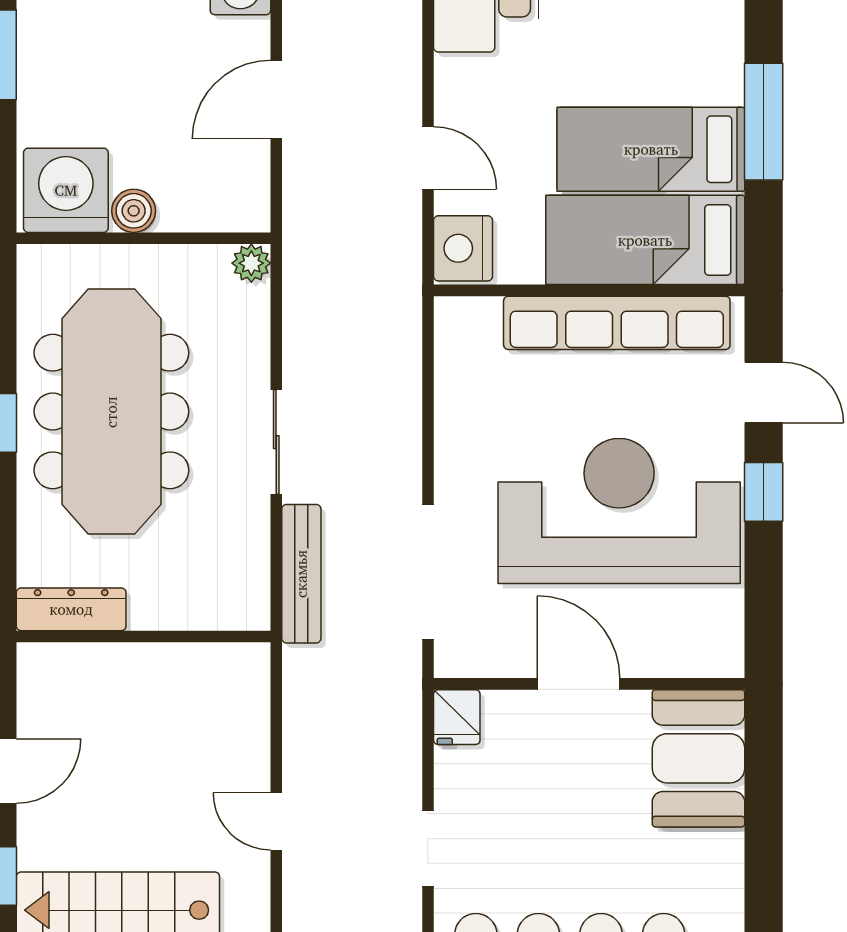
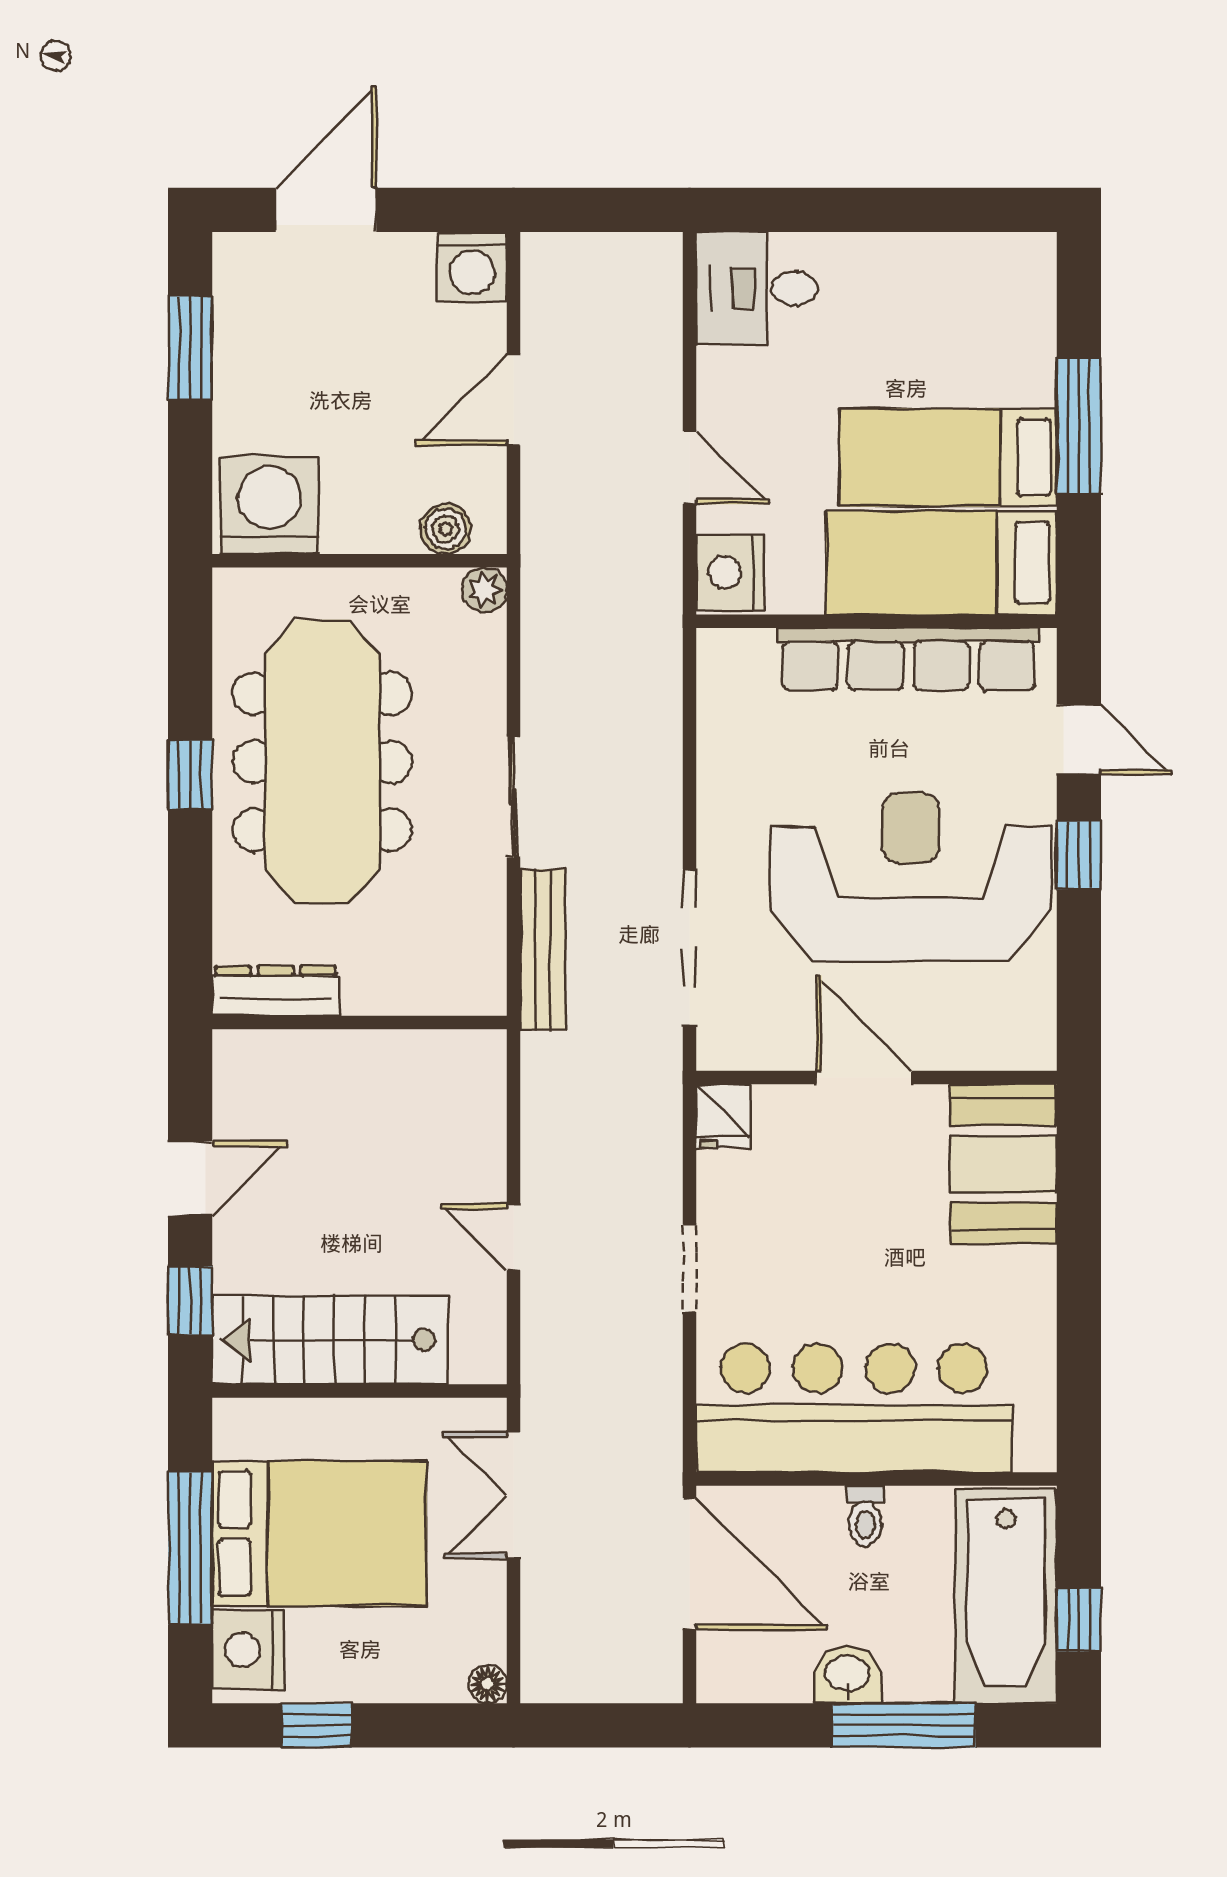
boiler: (134, 211) -> (446, 529), moved

